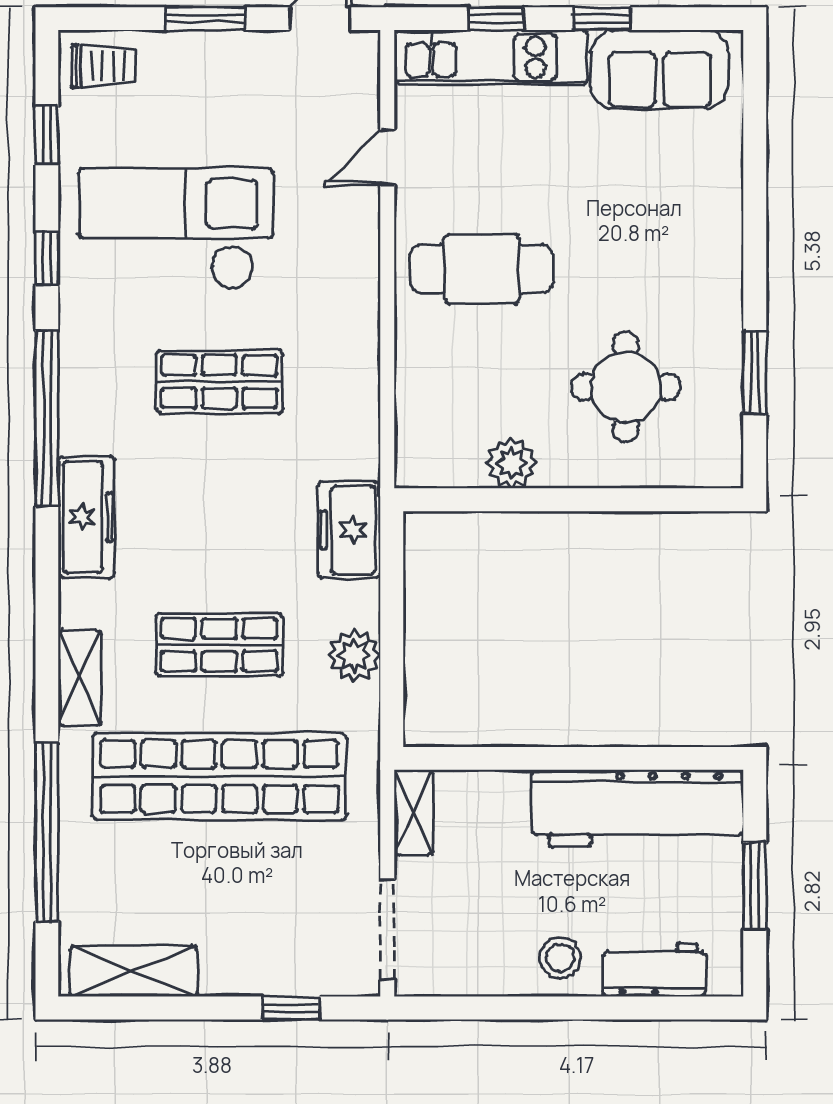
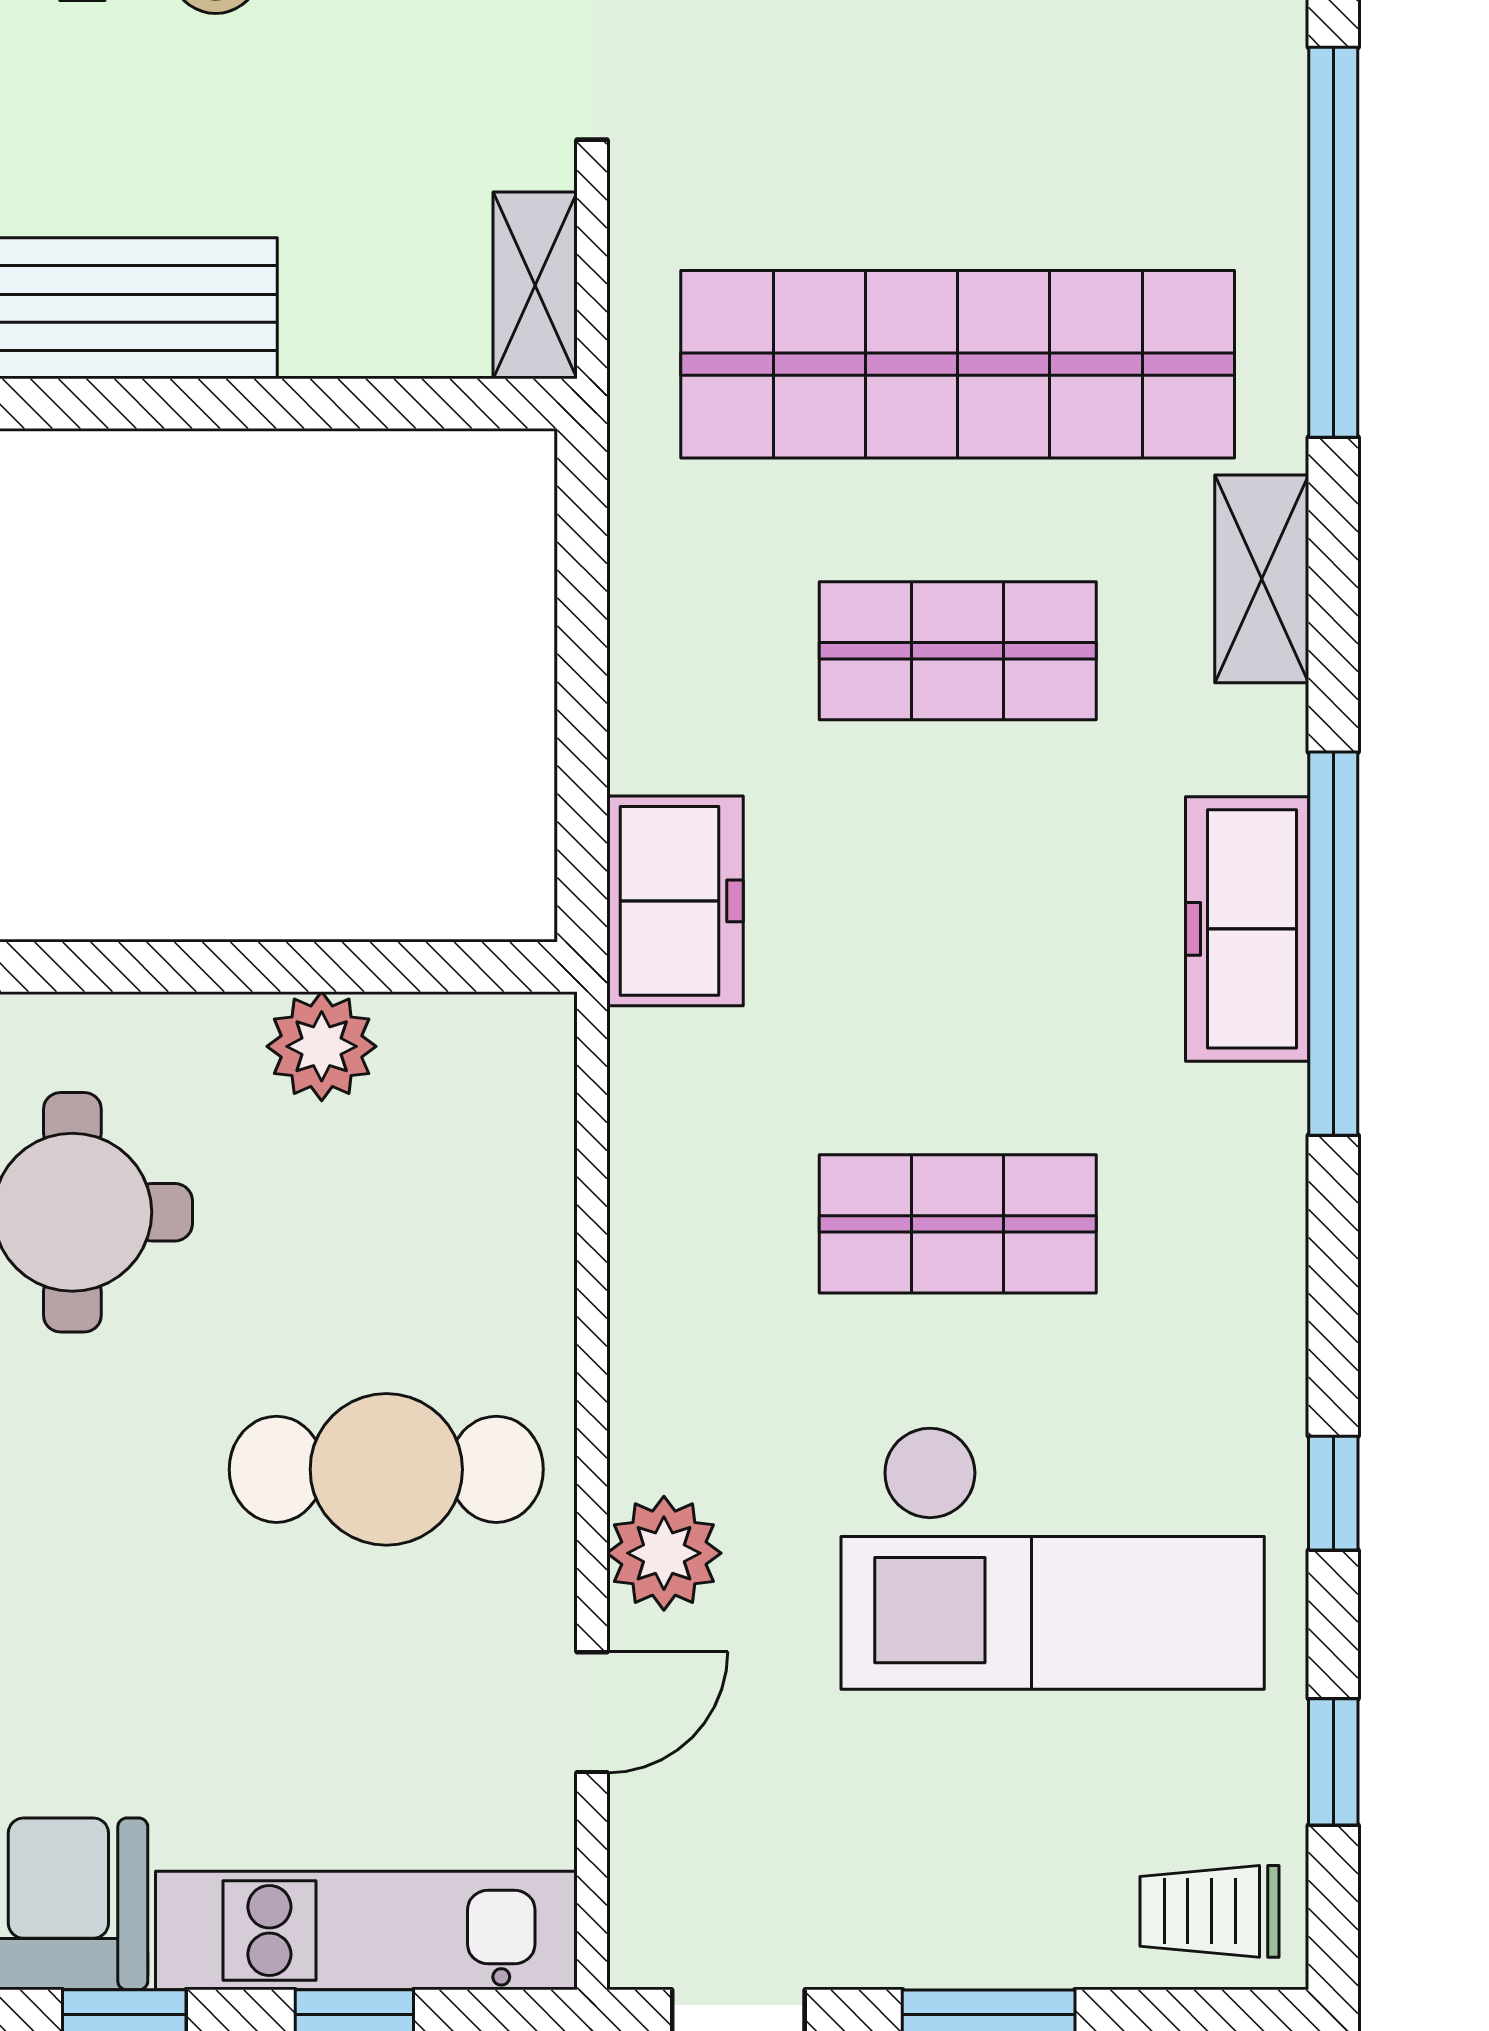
window: (47, 418) -> (1333, 944), moved
plant: (354, 655) -> (664, 1553), moved

